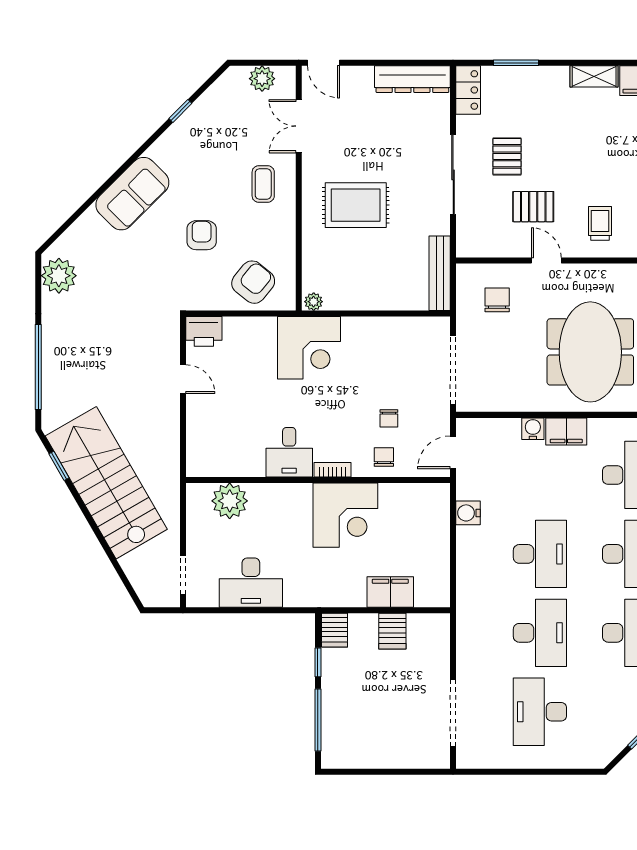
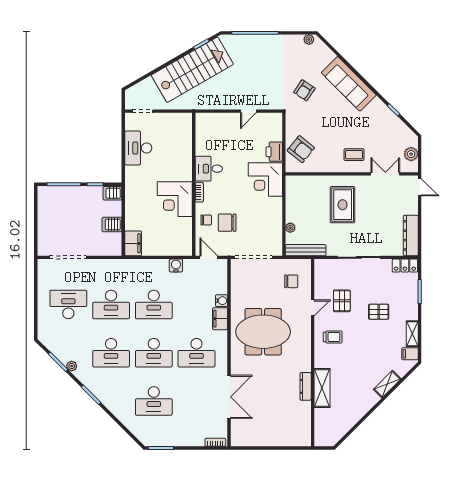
door: (324, 63) -> (420, 187), swing flipped
pallet: (507, 156) -> (379, 312), moved
sofa: (132, 194) -> (349, 84), width x1.36
armchair: (202, 235) -> (304, 90), moved, turned 124
plant: (59, 276) -> (309, 40), width x0.53, depth x0.53
plant: (314, 302) -> (290, 228), moved
printer: (204, 331) -> (274, 152), moved
chair: (389, 418) -> (227, 223), width x1.87, depth x1.87
plant: (230, 501) -> (182, 136), removed
filing cabinet: (390, 592) -> (133, 243), moved

